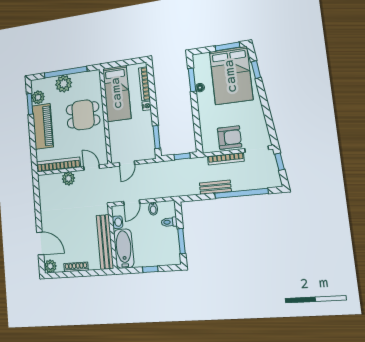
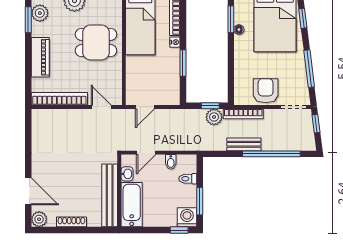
window: (267, 113) -> (309, 69), added
piano: (43, 126) -> (40, 57), width x0.73, depth x0.75
window: (157, 137) -> (183, 63), moved
armchair: (230, 138) -> (266, 91), turned -90
bookcase: (226, 159) -> (243, 114), moved
plant: (68, 178) -> (214, 117), moved
washing machine: (172, 256) -> (187, 217), added
window: (150, 269) -> (179, 230), moved

